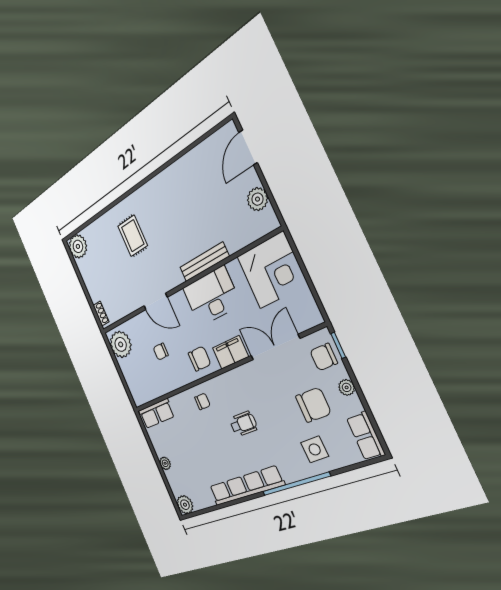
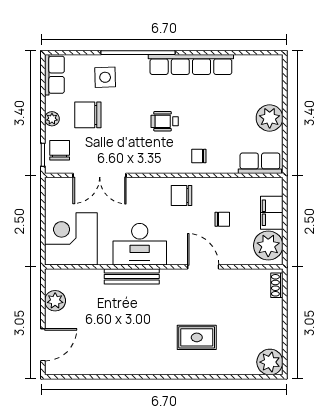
rug: (133, 236) -> (197, 337), turned 90
filing cabinet: (230, 352) -> (272, 213), moved, turned 90
chair: (324, 357) -> (60, 150), turned -90
plant: (165, 463) -> (270, 118), width x1.87, depth x1.87
plant: (185, 505) -> (273, 65), removed

